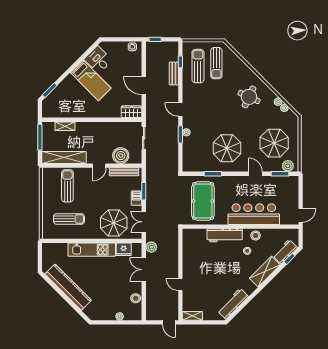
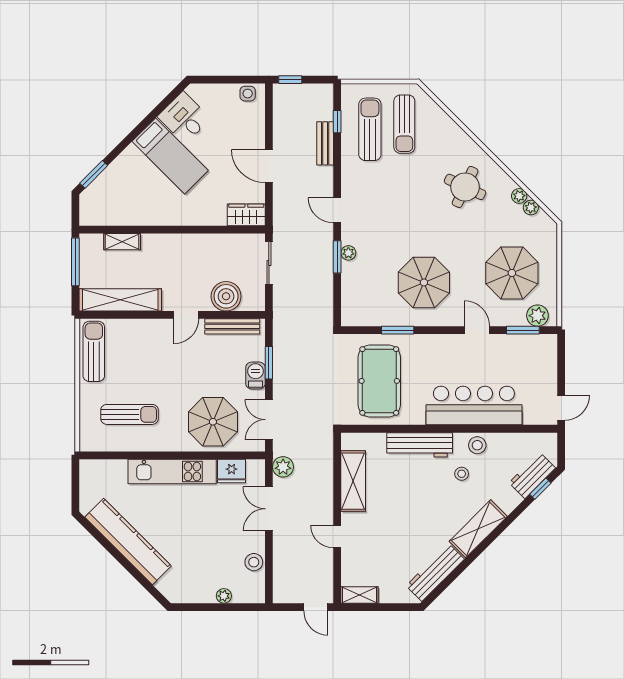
sun lounger: (67, 186) -> (94, 351), moved
shelving: (189, 255) -> (353, 481), added
shelving: (265, 272) -> (478, 529), moved

